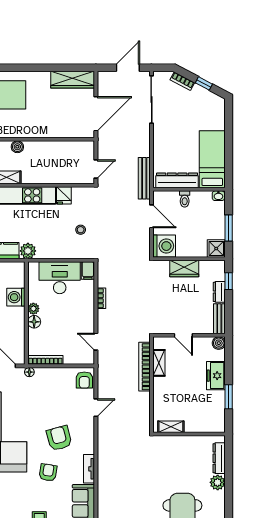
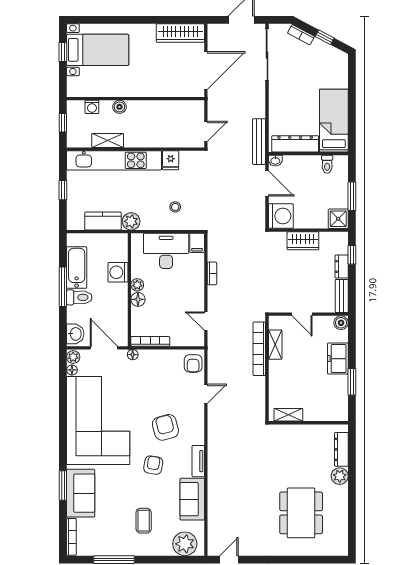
washbasin: (218, 196) -> (275, 161), moved
toilet: (185, 199) -> (327, 164), moved
stool: (81, 230) -> (175, 207), moved

